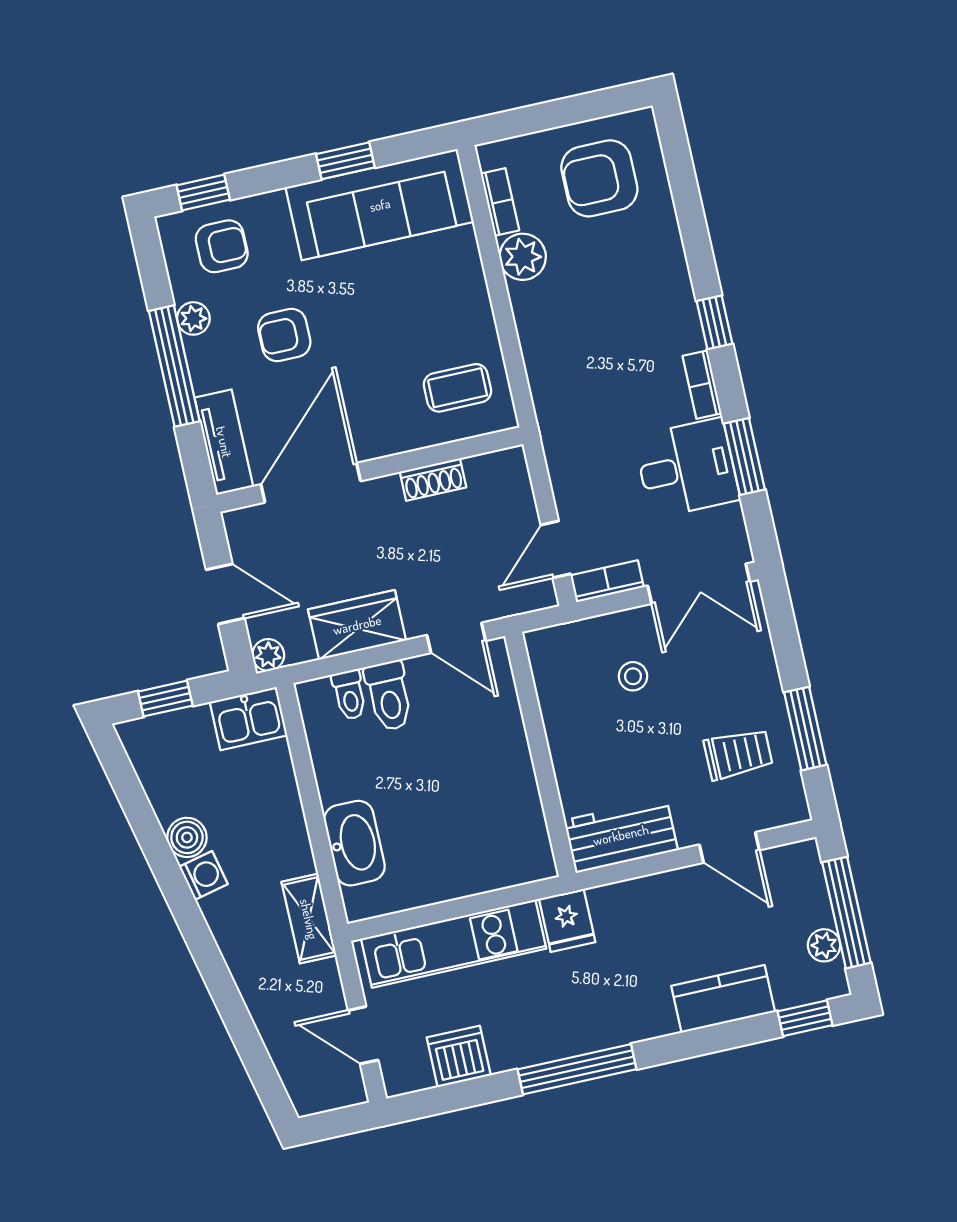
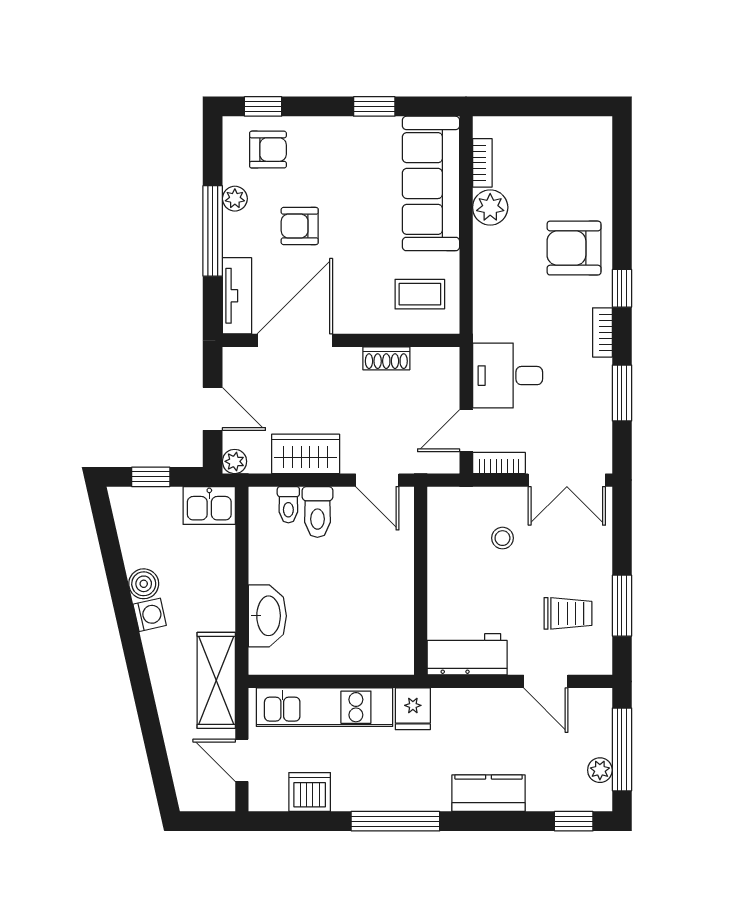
armchair: (599, 178) -> (574, 248), moved
sofa: (380, 205) -> (431, 183), moved, turned 90
desk: (687, 468) -> (508, 376), moved, turned 180
shelving: (309, 919) -> (216, 680), width x1.50, depth x1.33
kitchen counter: (723, 999) -> (489, 793), moved

